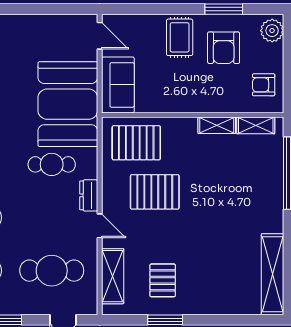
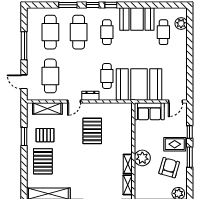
window: (157, 9) -> (190, 132), added
window: (224, 9) -> (190, 157), moved
armchair: (224, 48) -> (169, 168), turned 106
armchair: (264, 85) -> (149, 189), removed
plant: (205, 98) -> (142, 158), added
pallet: (136, 143) -> (43, 161), moved

